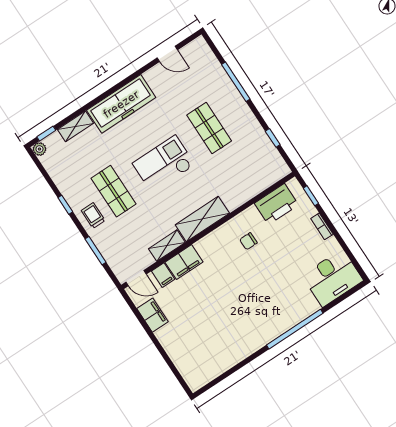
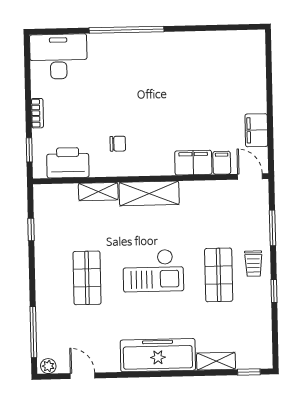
window: (236, 82) -> (33, 332), moved
plant: (39, 149) -> (48, 366), moved
shelving: (167, 246) -> (98, 192), moved

